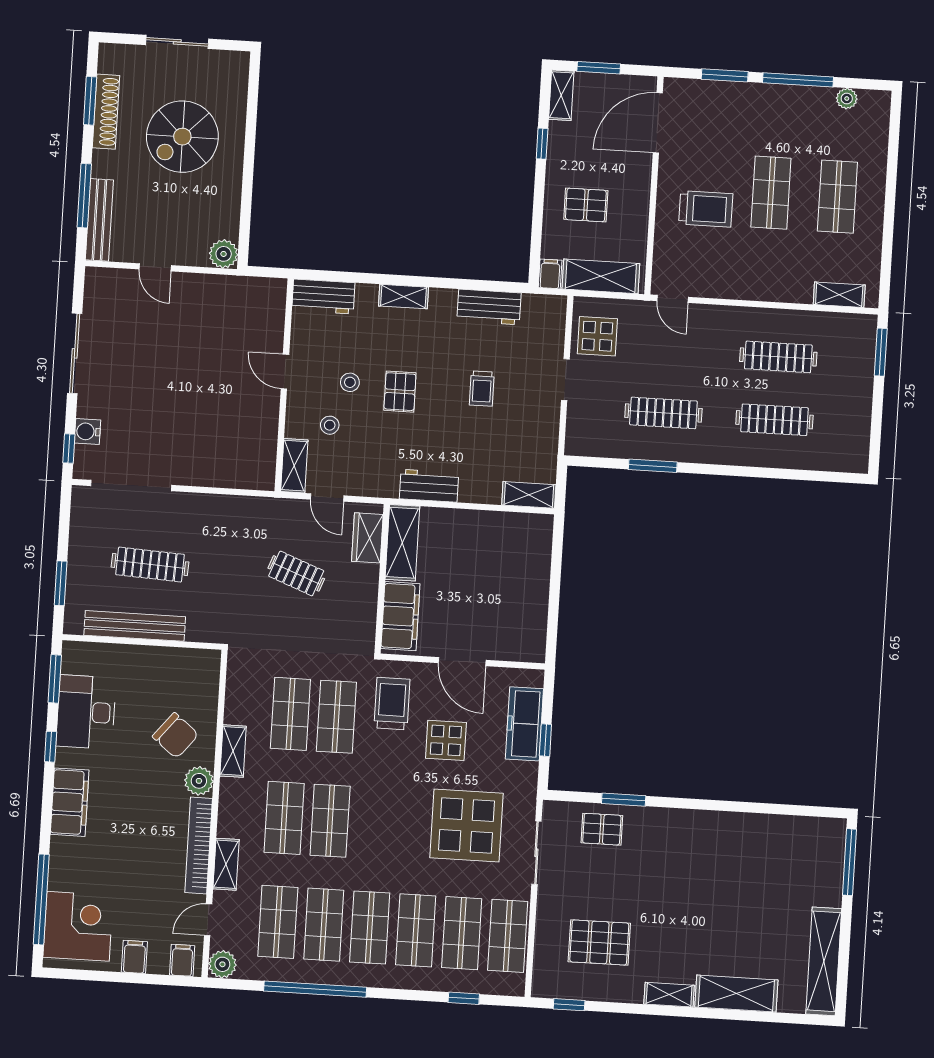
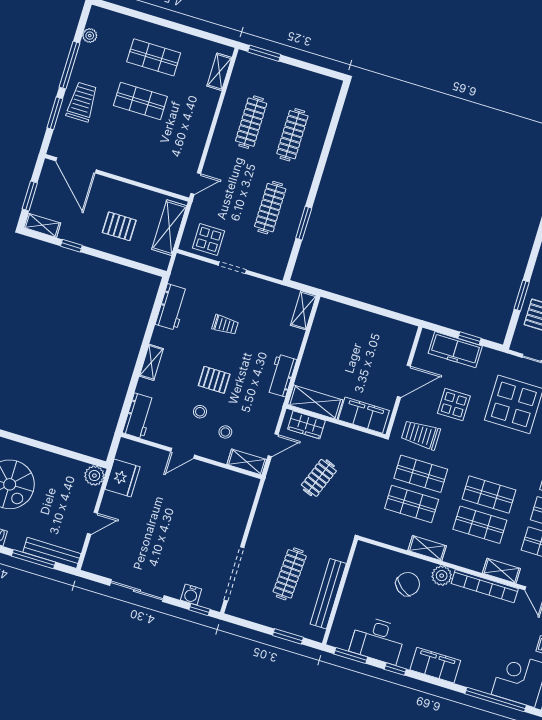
pallet: (586, 205) -> (119, 226), turned 90
trolley: (706, 209) -> (82, 102), moved
filing cabinet: (550, 274) -> (160, 261), removed
fridge: (230, 295) -> (122, 478), added

